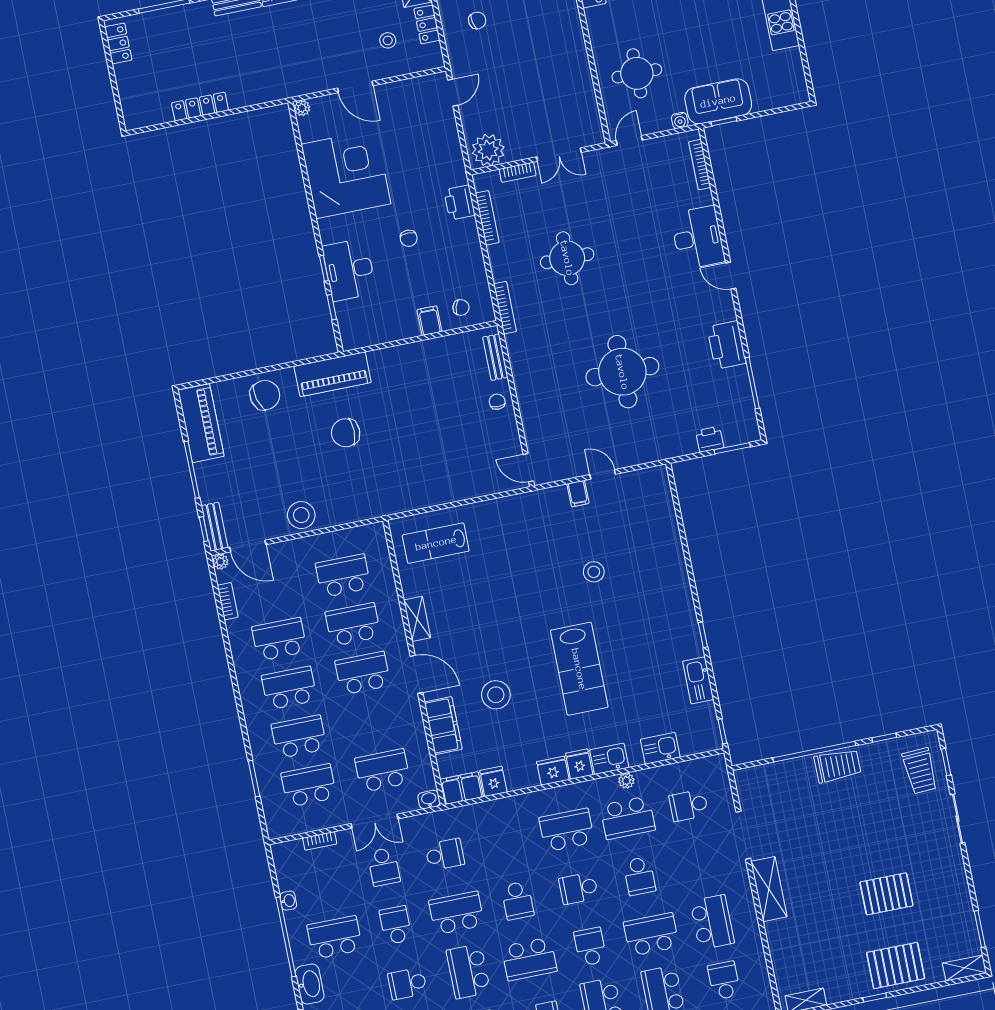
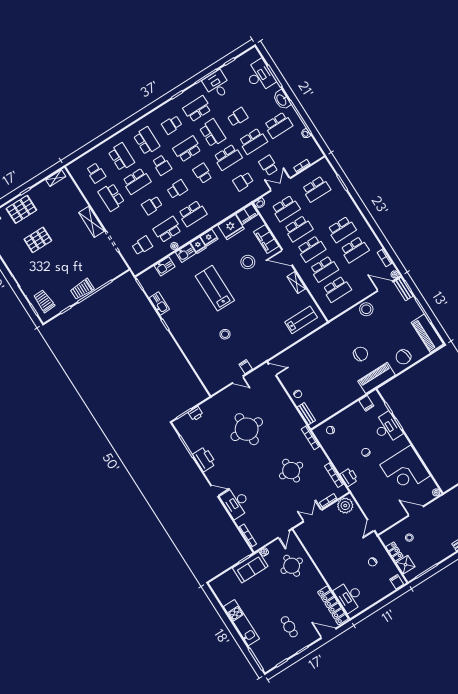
filing cabinet: (429, 321) -> (366, 403), moved
school desk: (299, 737) -> (299, 229), moved
fridge: (493, 781) -> (231, 227), width x1.88, depth x1.34
school desk: (639, 876) -> (152, 205), turned -90
school desk: (396, 925) -> (253, 141), width x1.85

